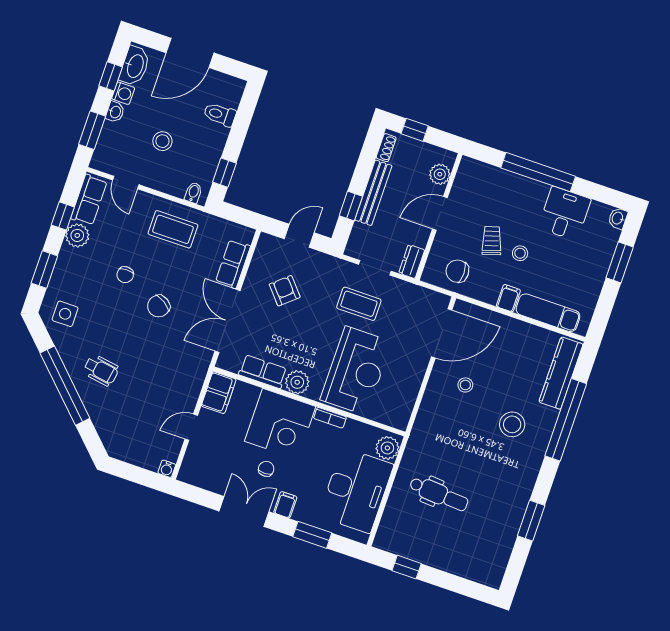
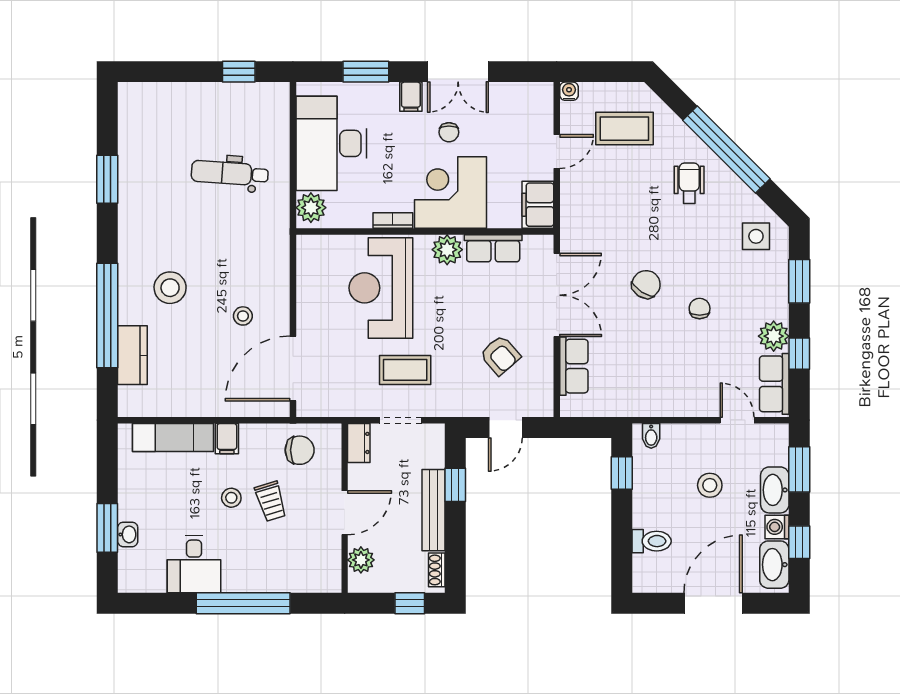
washbasin: (115, 112) -> (775, 490), width x1.91, depth x1.45
washbasin: (618, 218) -> (128, 534), moved
coffee table: (173, 229) -> (624, 129), moved
wheelchair: (101, 370) -> (689, 183), turned 81
kitchen counter: (561, 373) -> (132, 355), width x0.67

